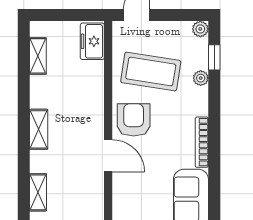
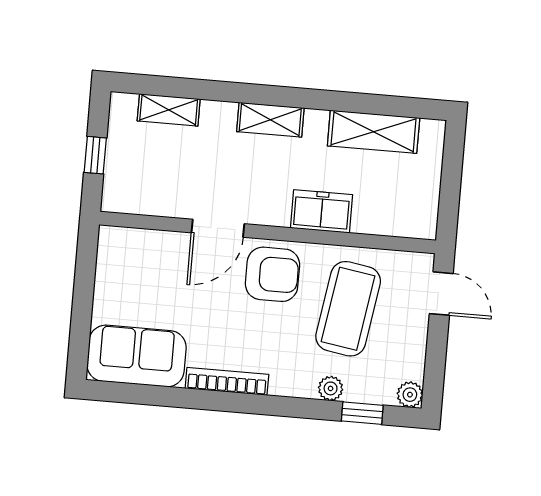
freezer: (92, 41) -> (321, 211), moved
shelving: (38, 56) -> (374, 132), width x1.50, depth x1.33

